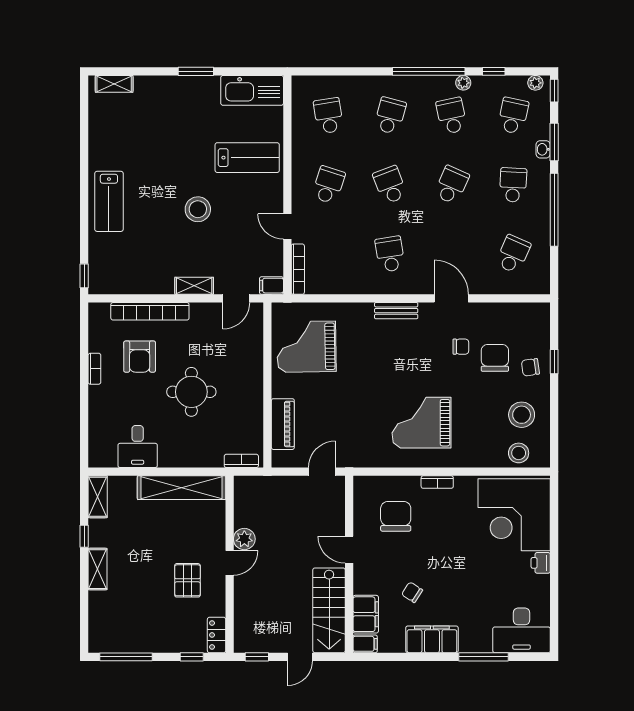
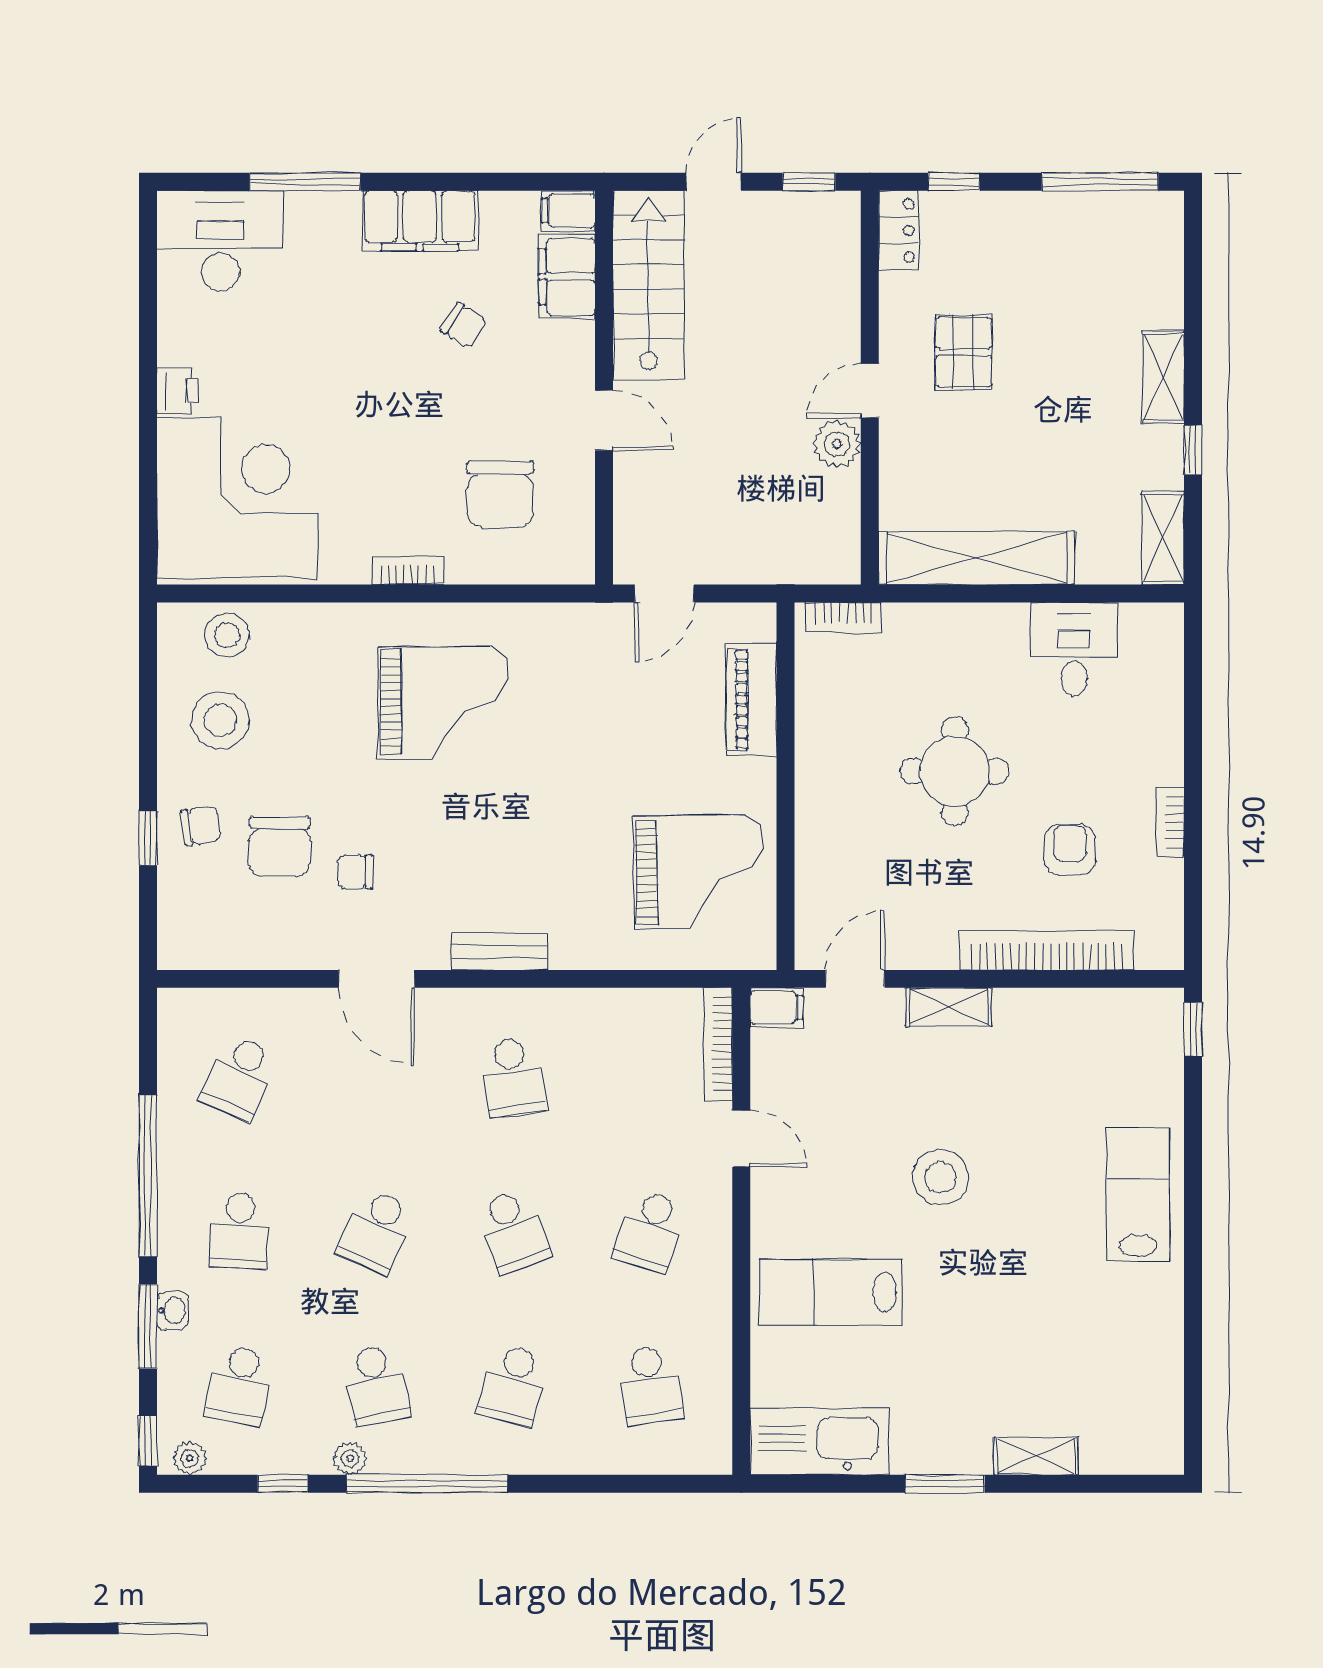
shelving: (114, 84) -> (1036, 1456), moved
armchair: (140, 357) -> (1070, 849), width x0.72, depth x0.72

